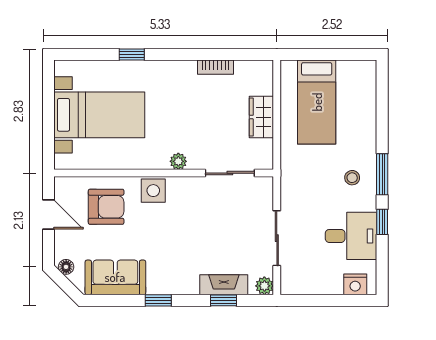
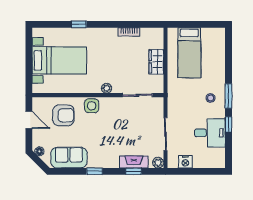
nightstand: (355, 284) -> (185, 162), moved

